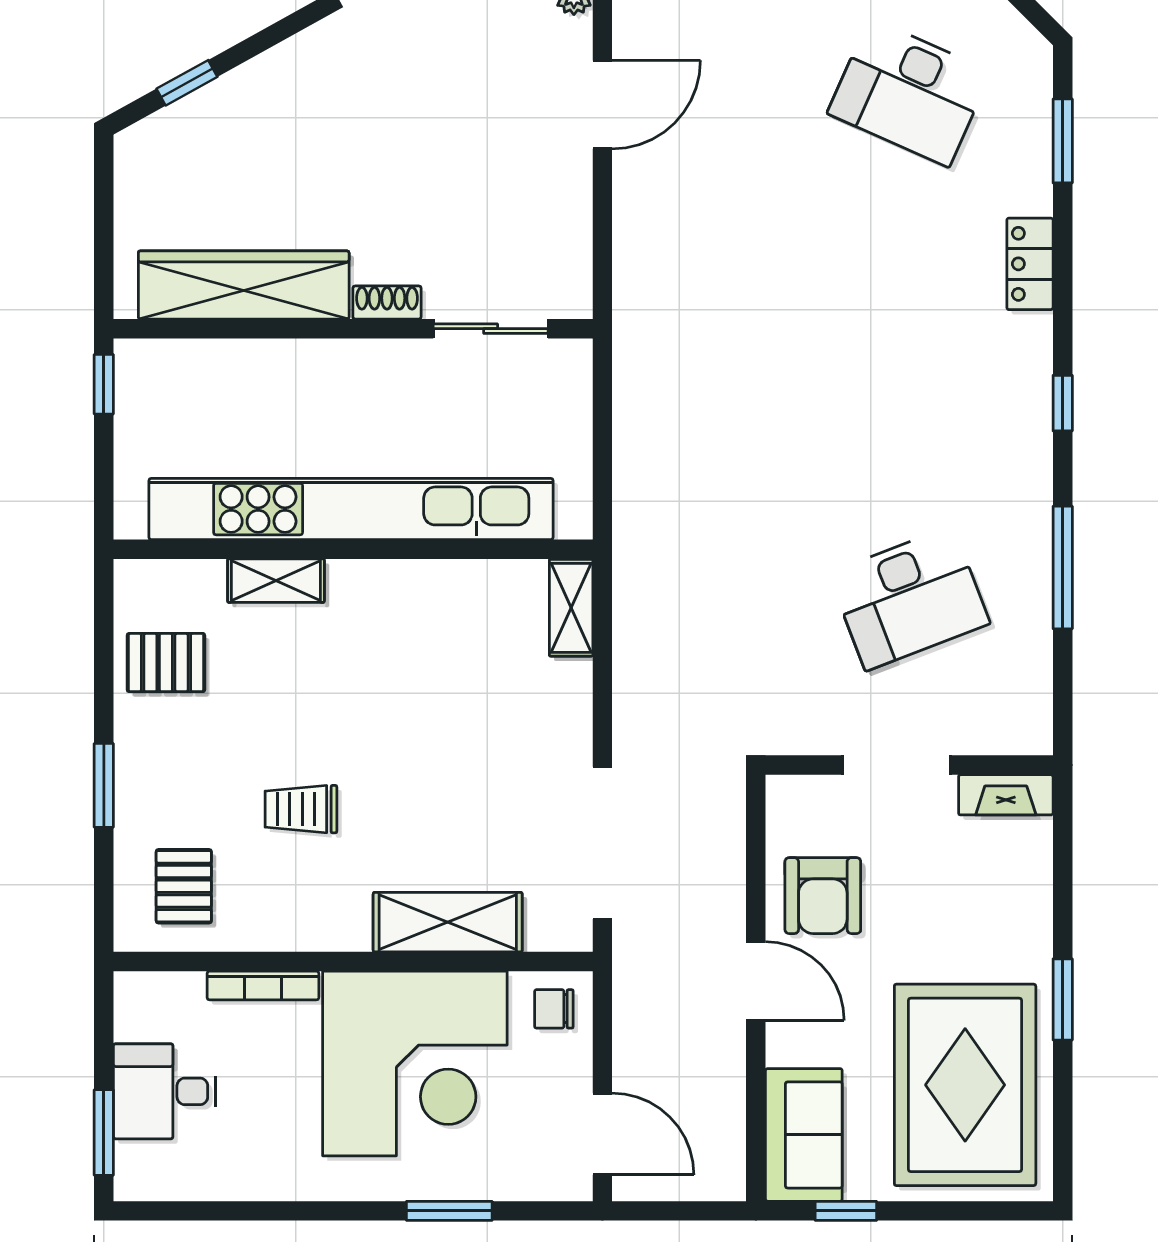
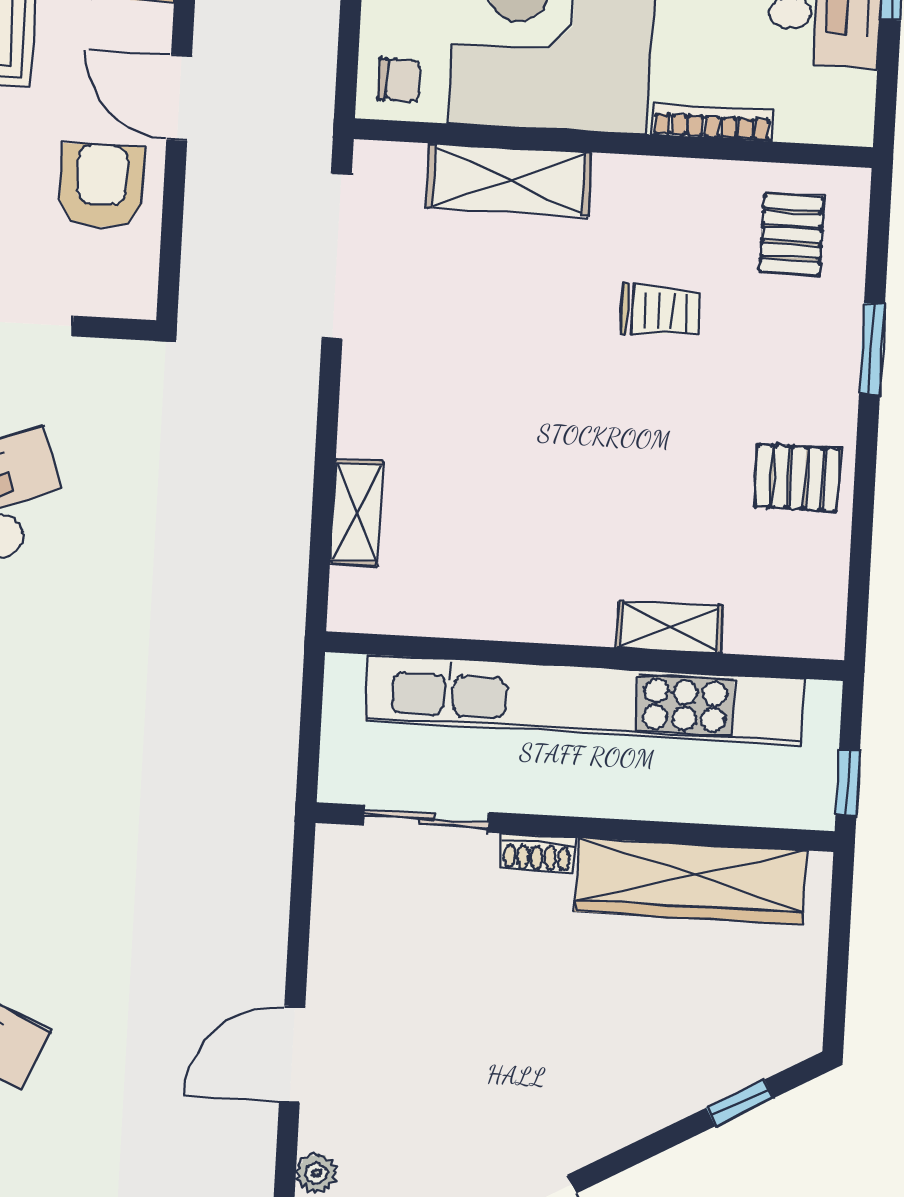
kitchen unit: (351, 509) -> (584, 700), moved
wall: (353, 549) -> (585, 656), moved
shelving: (276, 581) -> (670, 627), moved

